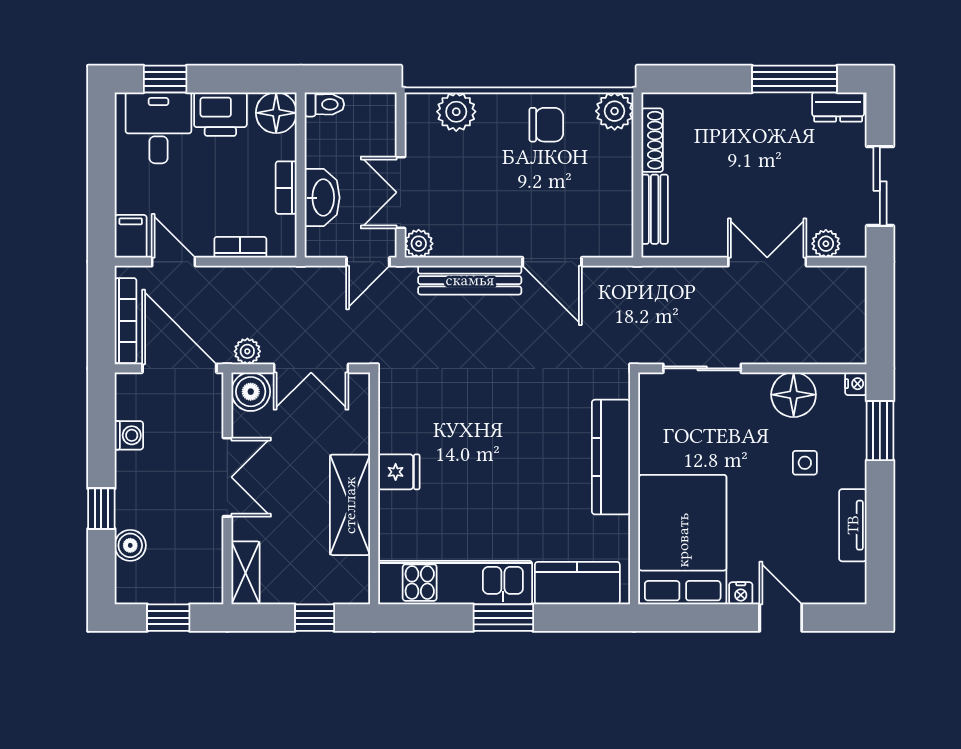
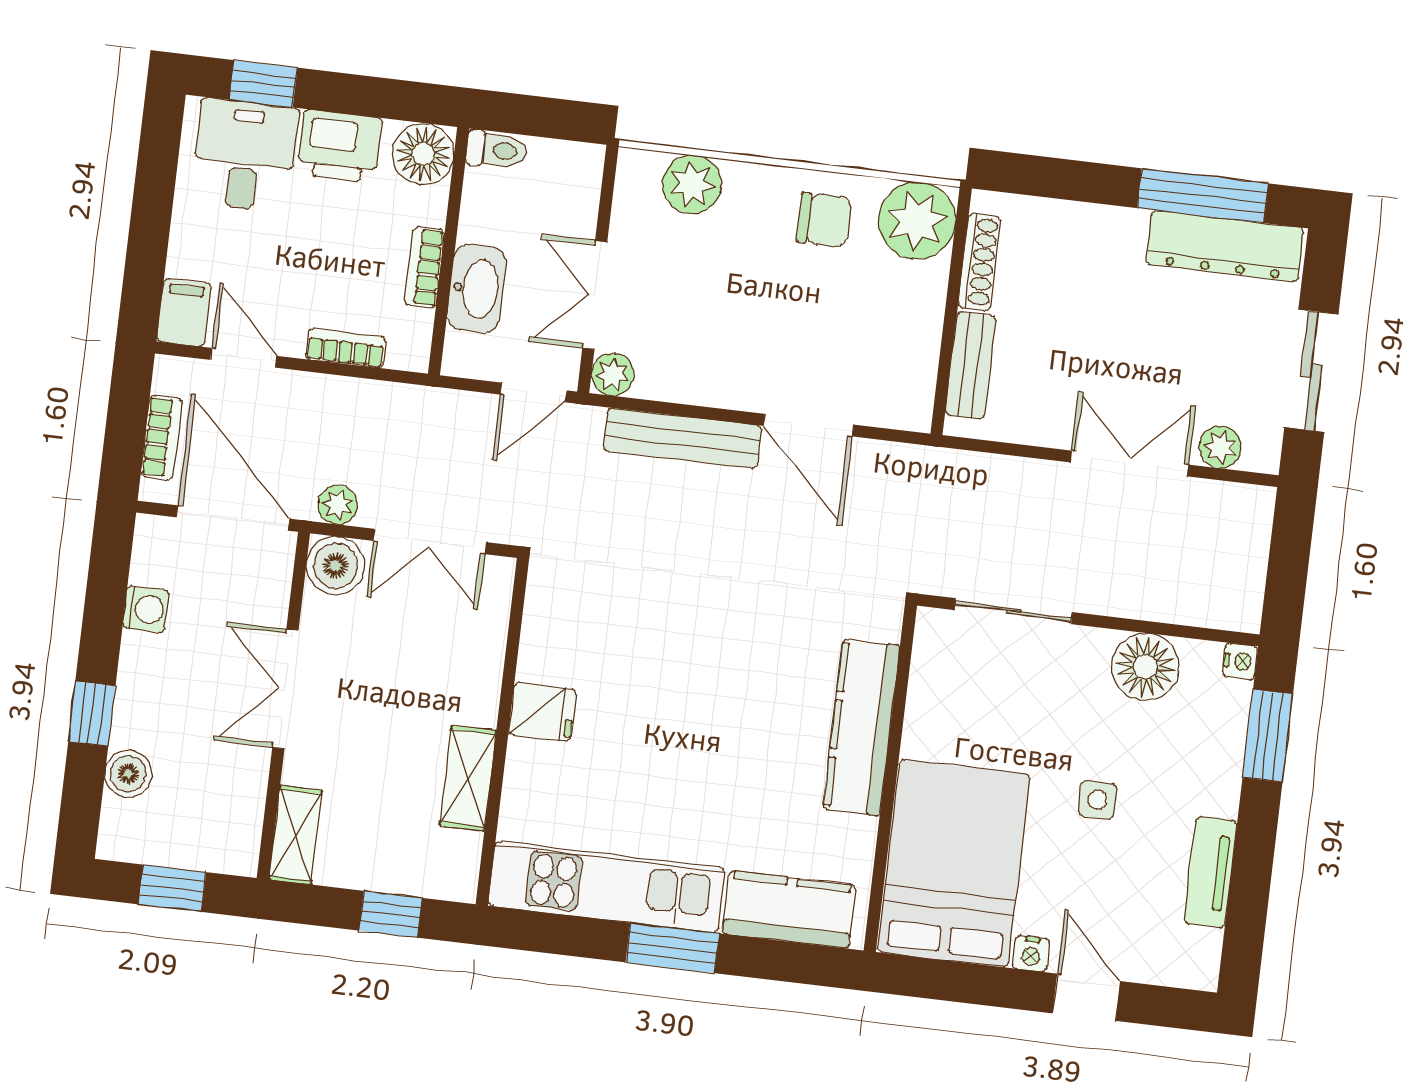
dresser: (838, 107) -> (1225, 246), width x1.96, depth x1.24
plant: (615, 111) -> (917, 221), width x1.36, depth x1.36
bookcase: (126, 321) -> (161, 437), width x0.64
side table: (805, 463) -> (1097, 800), moved
double door: (227, 477) -> (285, 689), swing flipped
shelving: (350, 505) -> (468, 778), width x0.67, depth x0.75

